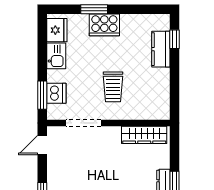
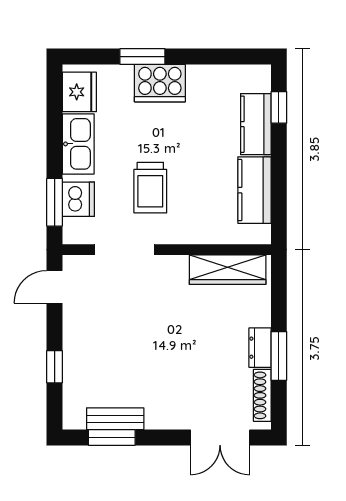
kitchen sink: (56, 56) -> (78, 144), width x1.38
trolley: (113, 87) -> (150, 188), moved
kitchen counter: (160, 88) -> (254, 190), added

